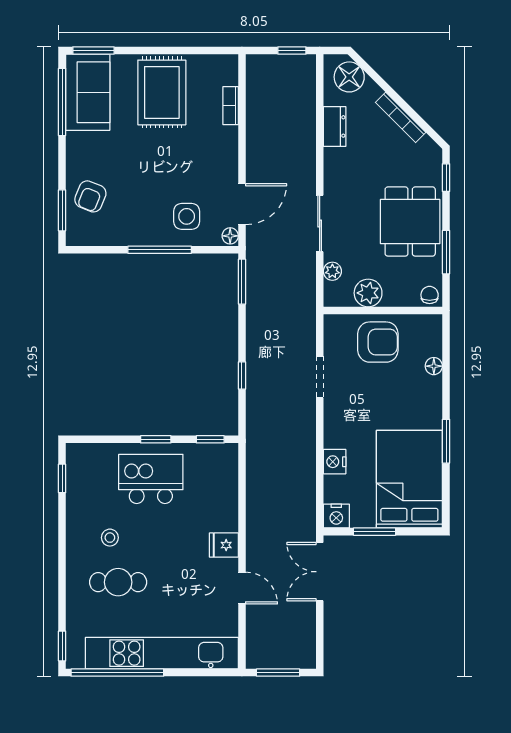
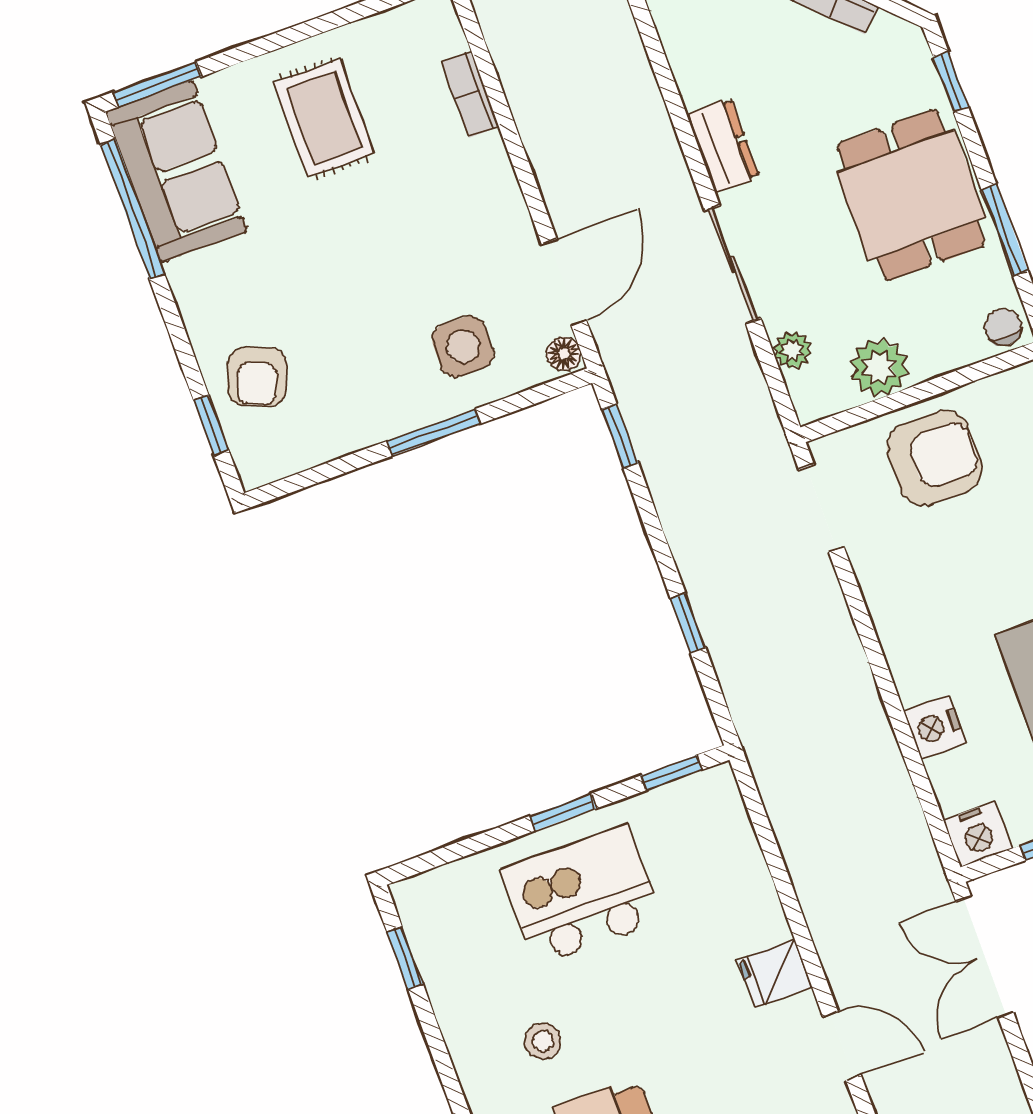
rug: (162, 92) -> (324, 118), width x0.73, depth x0.70
dresser: (335, 126) -> (723, 146), moved
window: (62, 210) -> (211, 425), width x0.67
window: (160, 250) -> (433, 433), width x0.69
window: (242, 282) -> (620, 436), width x0.67
doorway: (320, 377) -> (821, 508), moved

